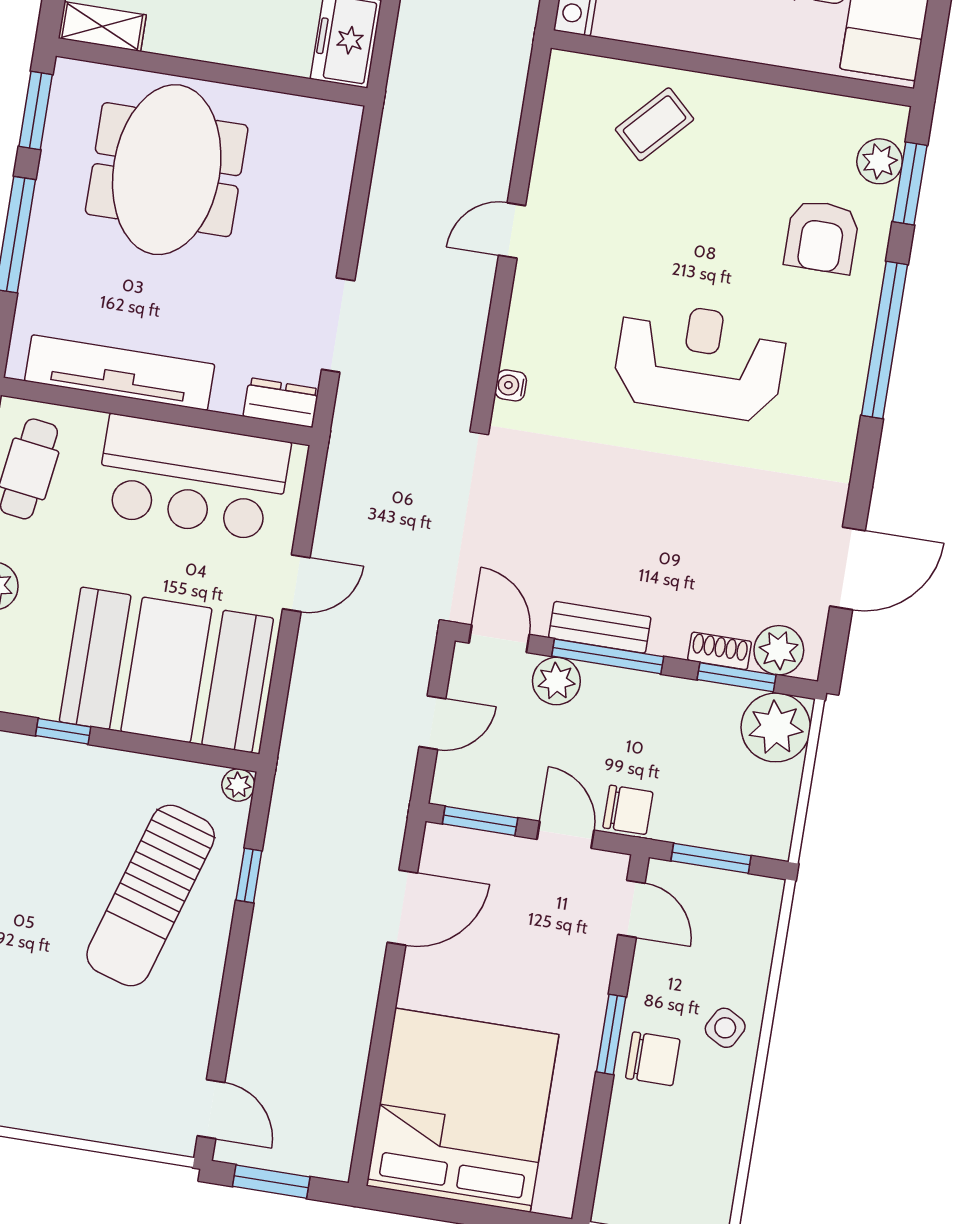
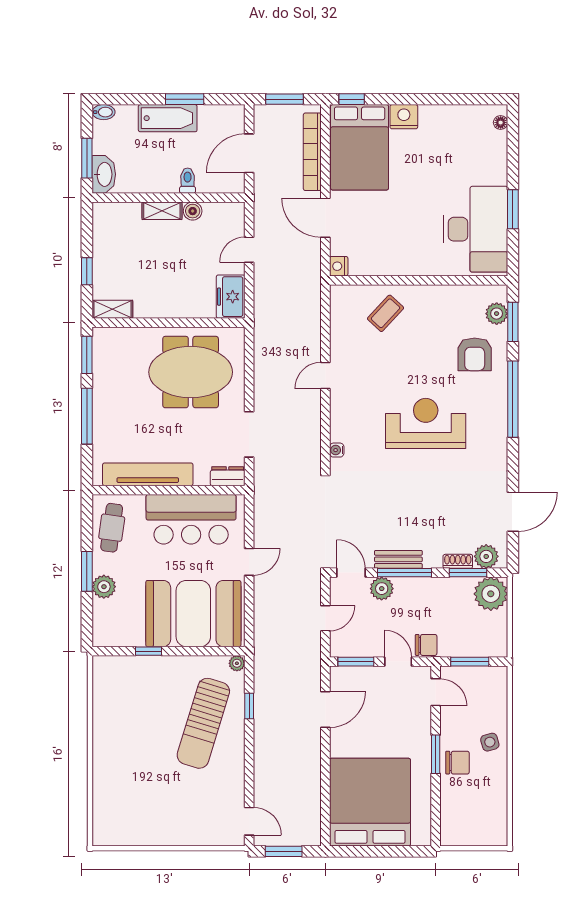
meeting table: (167, 170) -> (191, 372), moved, turned 90
side table: (725, 1028) -> (490, 742), turned 45

